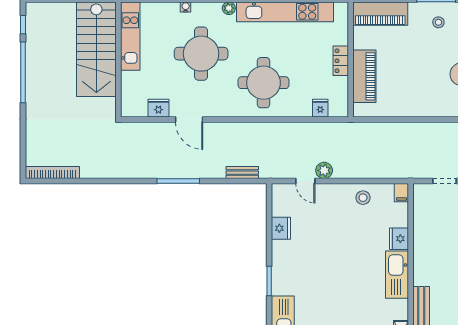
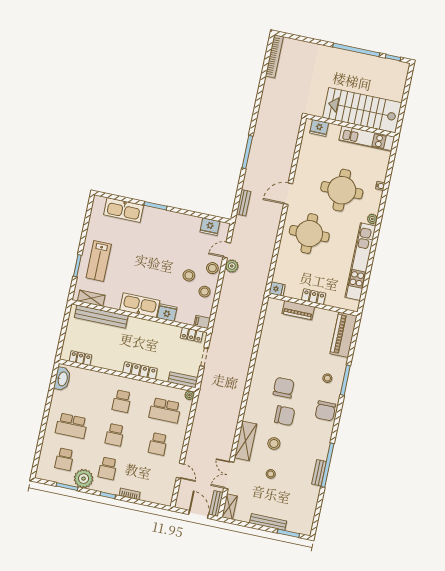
piano: (364, 76) -> (298, 310), width x0.73, depth x0.75
fridge: (158, 108) -> (319, 128), moved, turned 90
fridge: (320, 108) -> (277, 289), moved
door: (189, 119) -> (288, 194), moved
stool: (332, 194) -> (212, 268), added
locker: (420, 202) -> (192, 335), added
stool: (347, 221) -> (189, 275), added
fridge: (281, 228) -> (210, 227), moved

